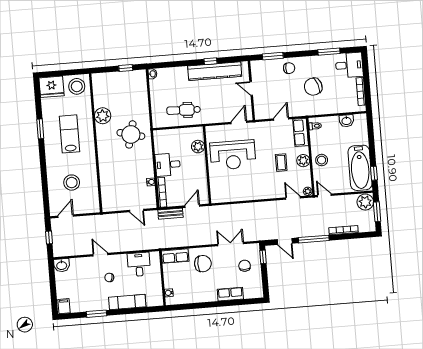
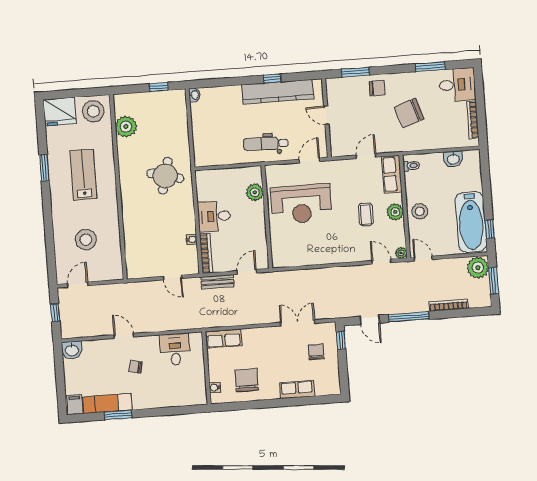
dental chair: (184, 110) -> (266, 144), moved
plant: (103, 116) -> (126, 127), moved
chair: (203, 264) -> (247, 380), moved, turned -90
exam couch: (127, 302) -> (107, 403), moved

